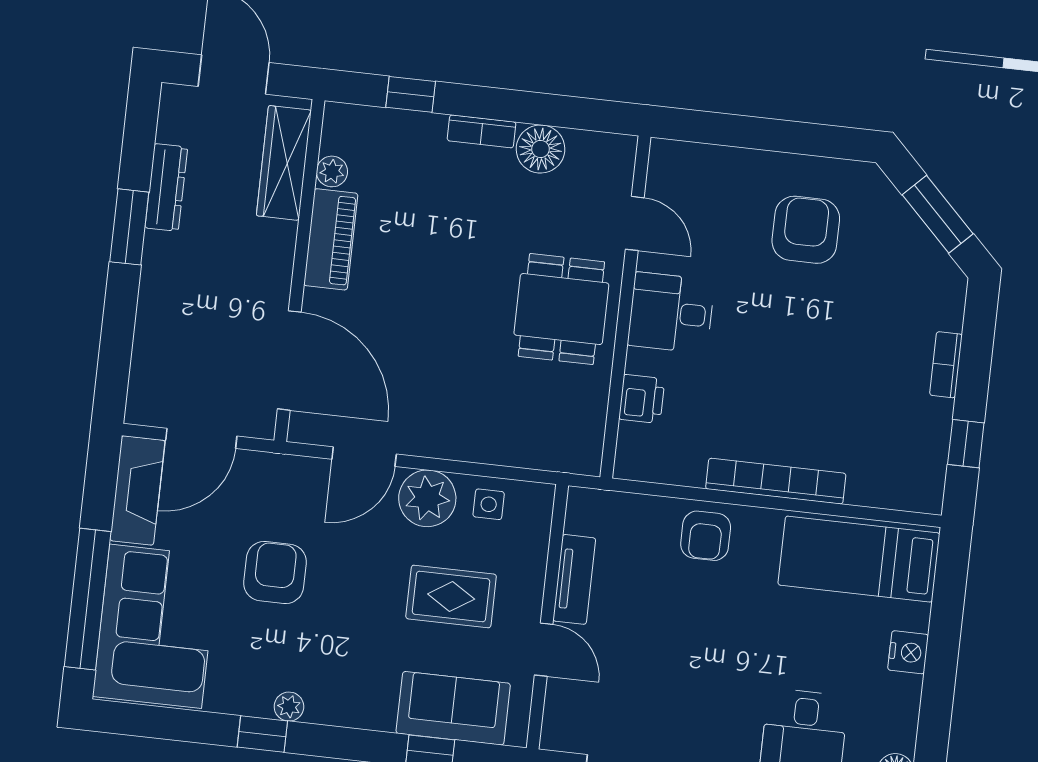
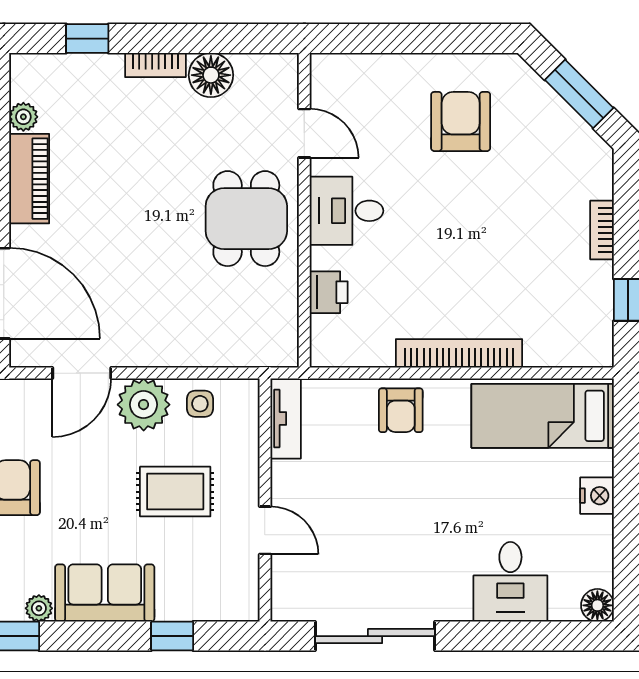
tv unit: (574, 579) -> (286, 418), moved
sofa: (453, 708) -> (105, 593), moved

